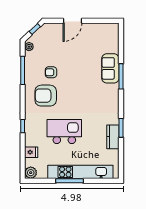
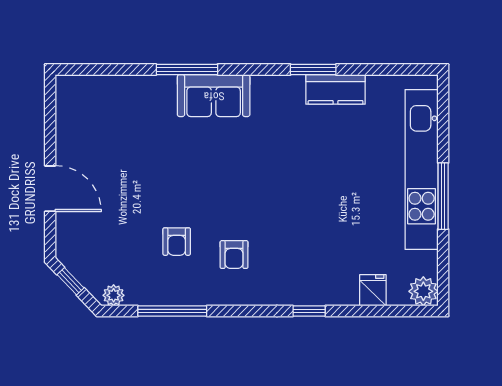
sofa: (110, 68) -> (214, 96), moved
armchair: (46, 96) -> (234, 255), width x0.53, depth x0.53
kitchen island: (64, 131) -> (322, 209), removed

